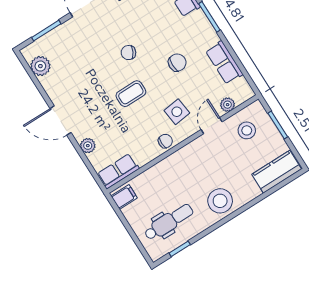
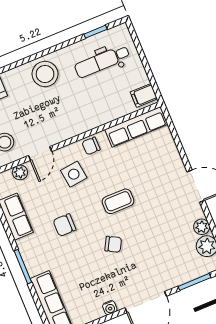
plant: (88, 146) -> (202, 227), moved
row of seats: (118, 171) -> (136, 127), width x1.48

